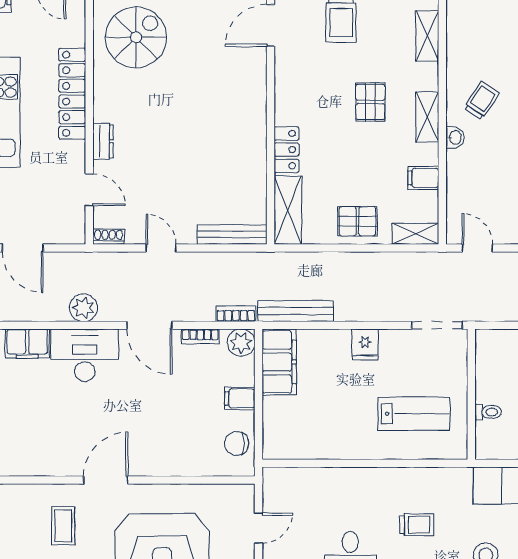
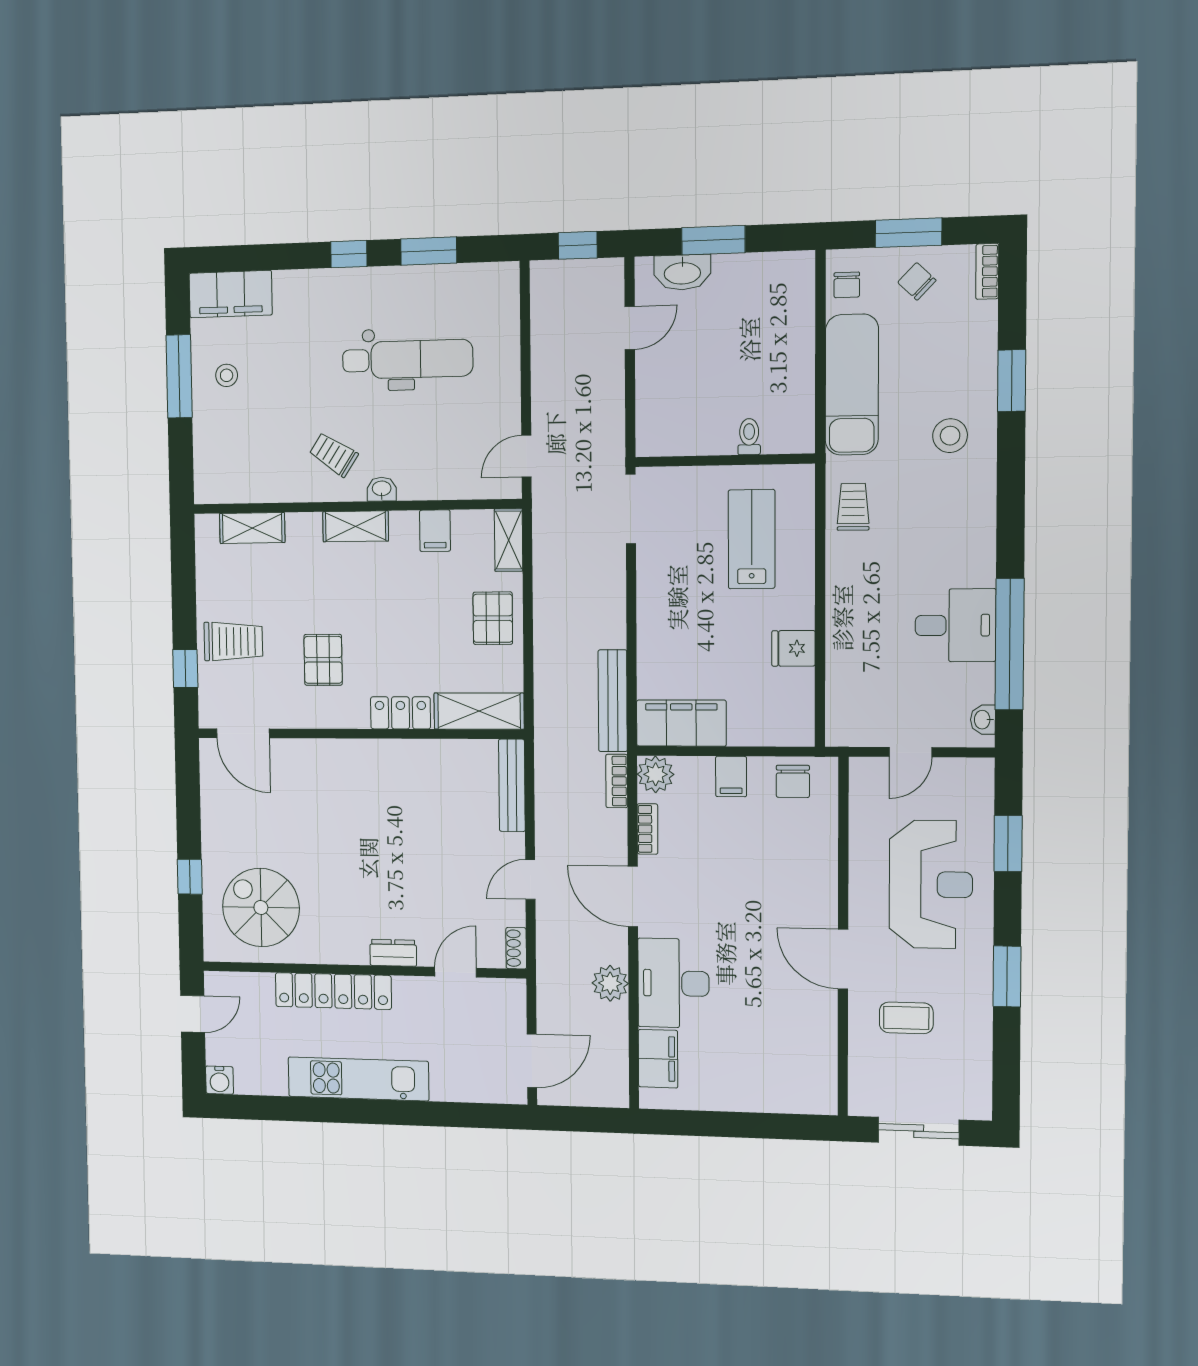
pallet: (370, 102) -> (323, 660), moved, turned 90
door: (149, 325) -> (633, 897), swing flipped
fridge: (365, 345) -> (793, 648), moved, turned 180
trolley: (417, 525) -> (853, 507), moved
door: (258, 528) -> (911, 752), swing flipped

